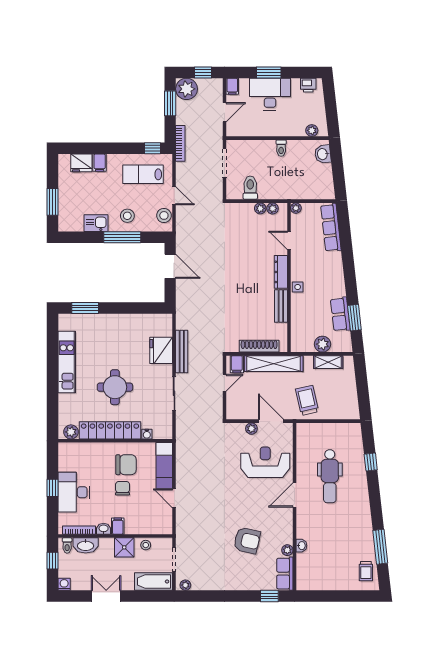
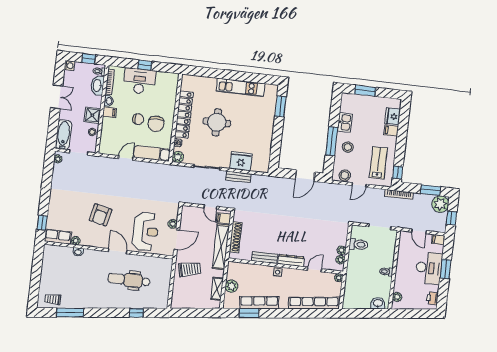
row of seats: (331, 228) -> (314, 303), width x1.36
row of seats: (340, 314) -> (259, 303), width x1.48
bench: (182, 351) -> (238, 177), width x0.73
plant: (71, 432) -> (178, 157), moved
armchair: (247, 540) -> (101, 215), moved

